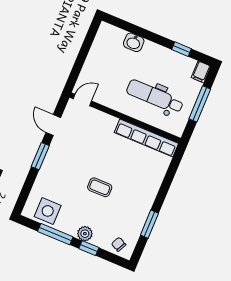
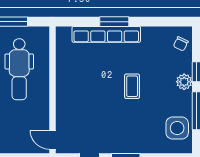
row of seats: (146, 138) -> (106, 34), moved, turned 90
window: (149, 224) -> (114, 22), moved

